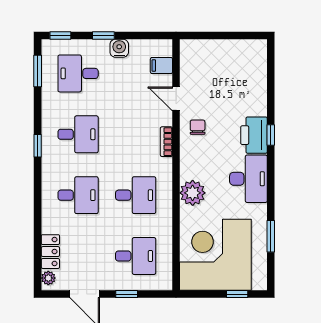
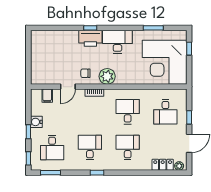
plant: (193, 193) -> (107, 76), moved
desk: (136, 256) -> (165, 112), turned 180

